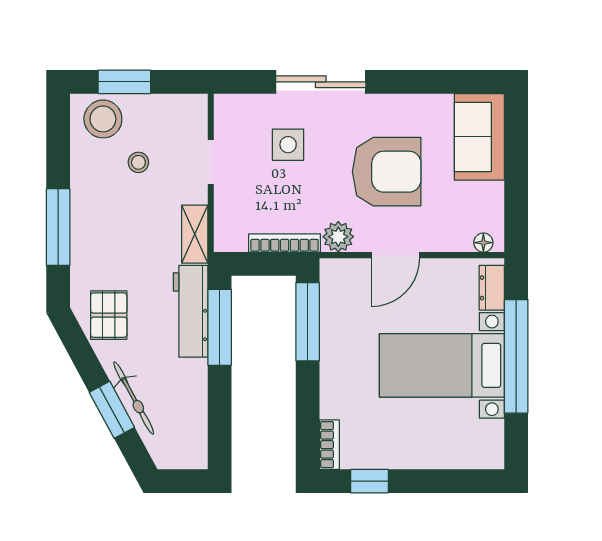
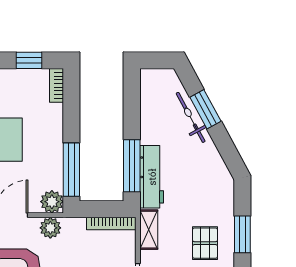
window: (58, 227) -> (242, 234), width x0.69
bookcase: (285, 243) -> (111, 224), moved
plant: (336, 275) -> (52, 202), added
pallet: (109, 315) -> (205, 243), moved

